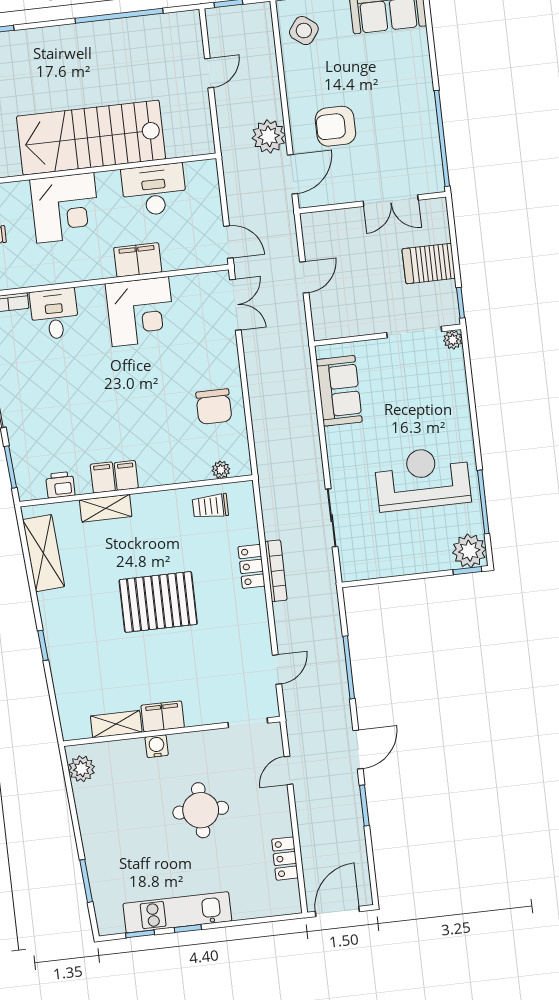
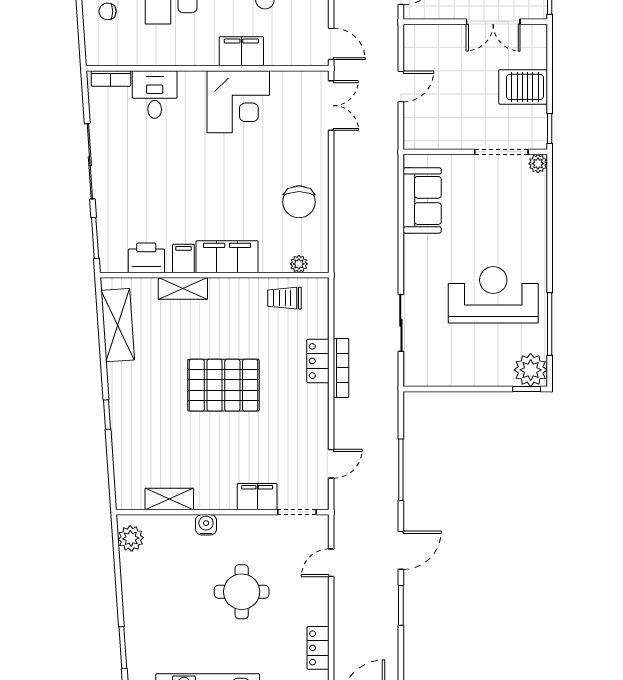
filing cabinet: (126, 475) -> (227, 257), width x3.00, depth x1.17
printer: (60, 485) -> (146, 258), width x1.36, depth x1.24
filing cabinet: (163, 716) -> (257, 497), moved

